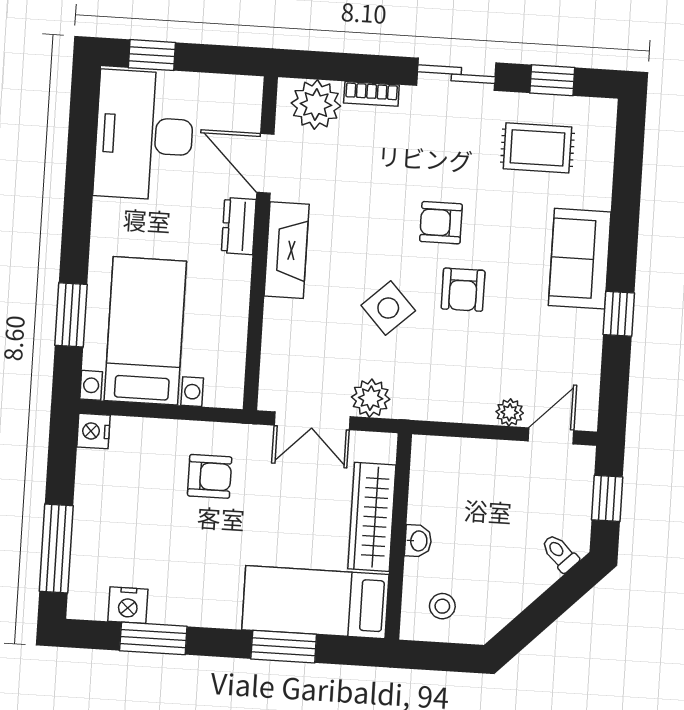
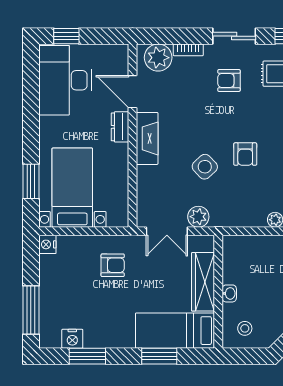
armchair: (441, 223) -> (229, 80), moved

